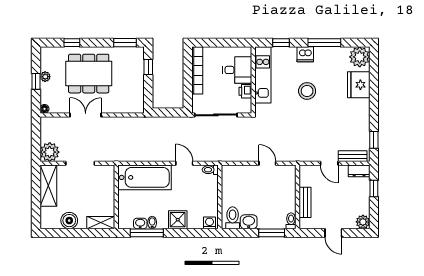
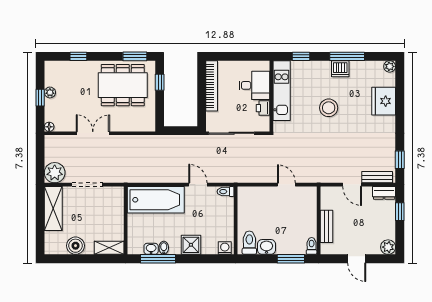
dishwasher: (305, 54) -> (340, 69), moved
plant: (360, 57) -> (390, 66), width x0.53, depth x0.53
dining table: (89, 74) -> (123, 85), moved

